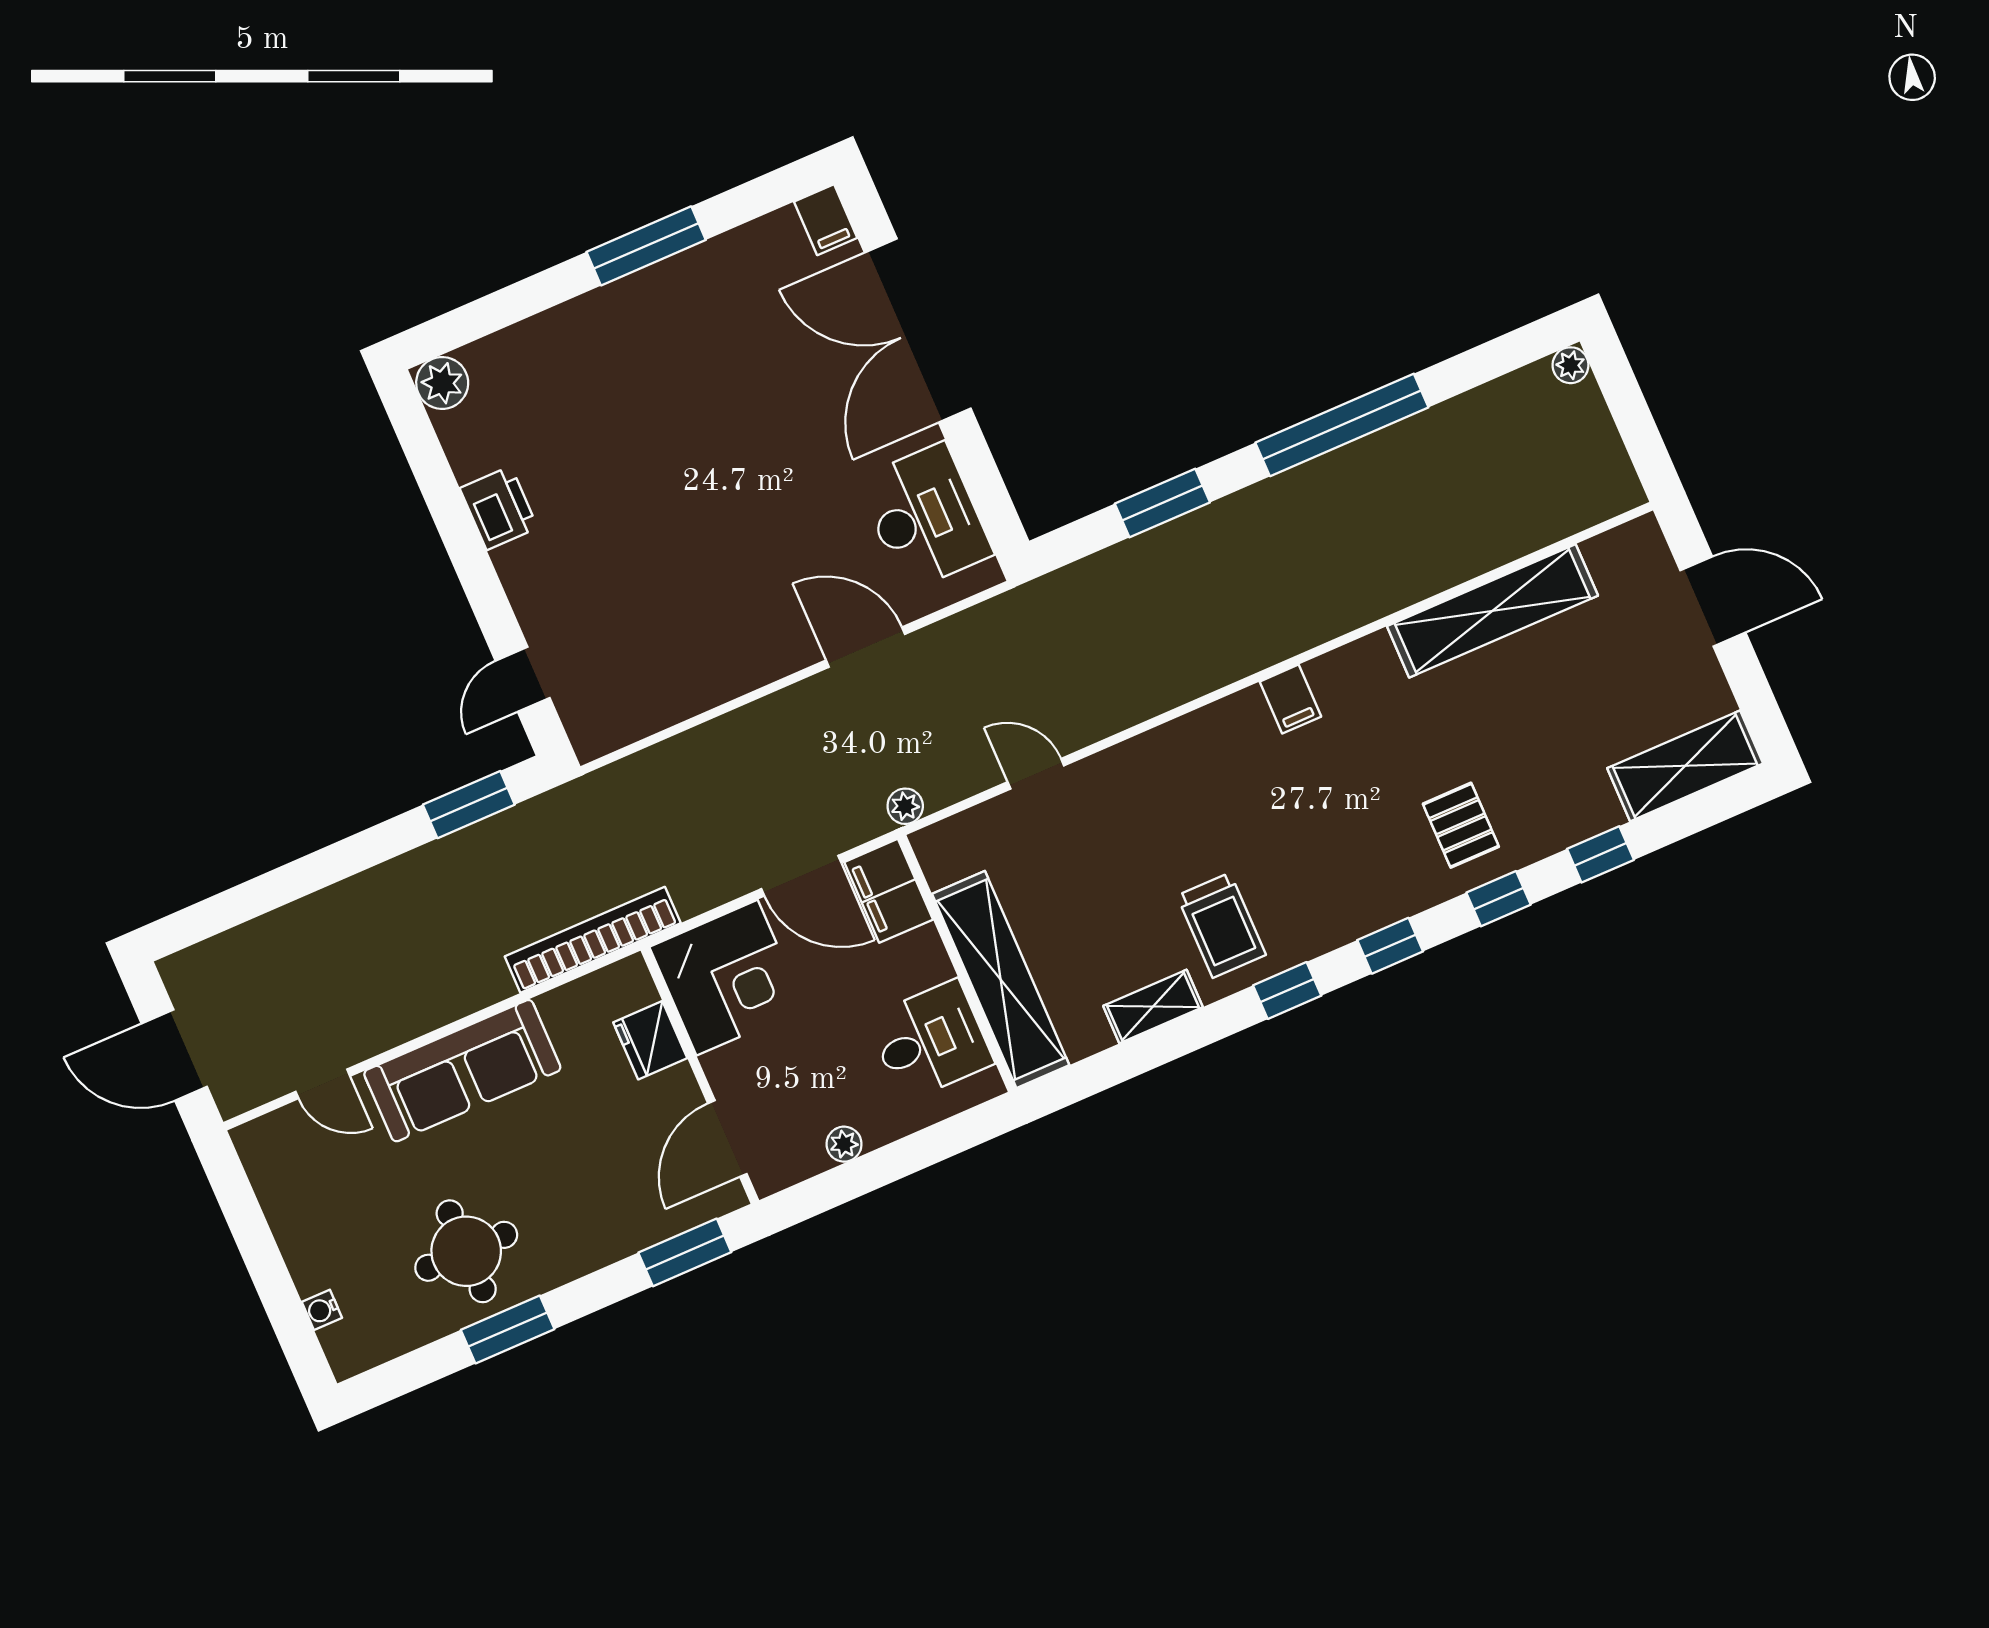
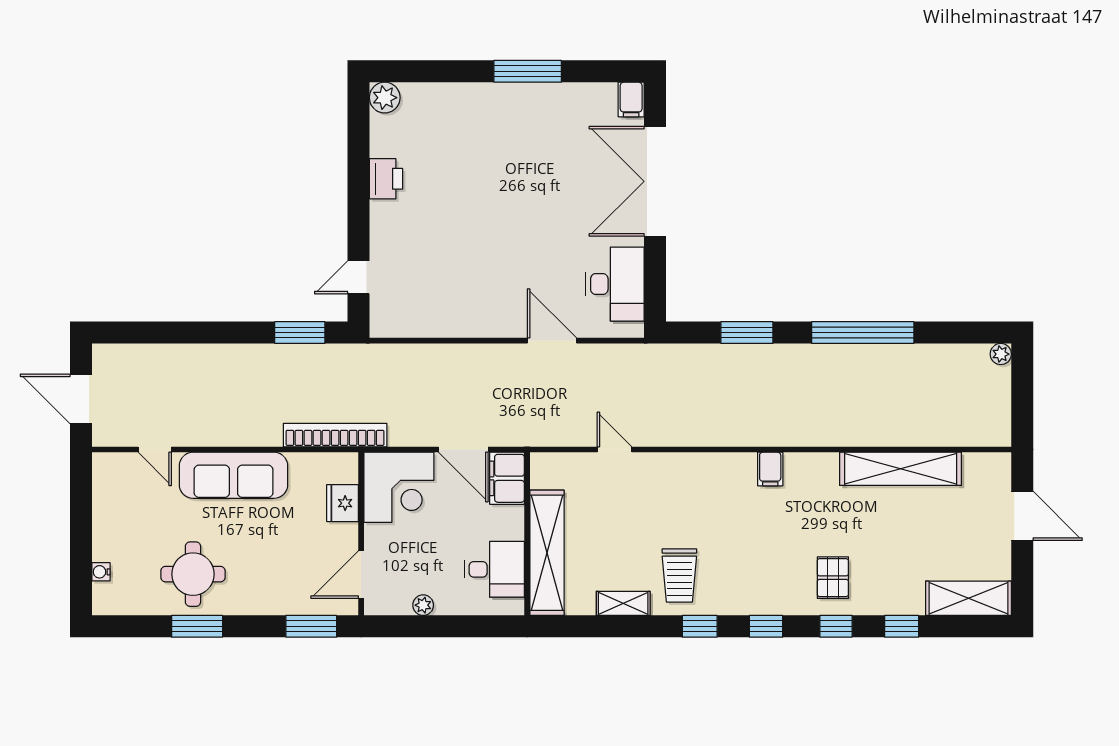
plant: (905, 806) -> (536, 436), removed

